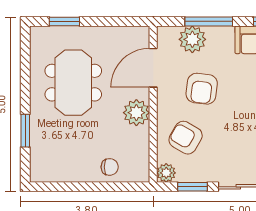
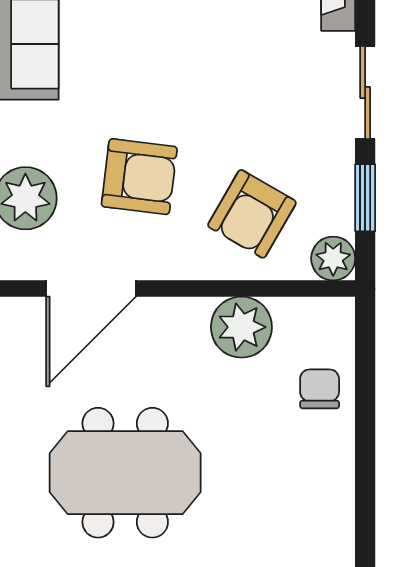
door: (153, 68) -> (91, 288), hinge flipped
plant: (136, 113) -> (241, 327), moved

